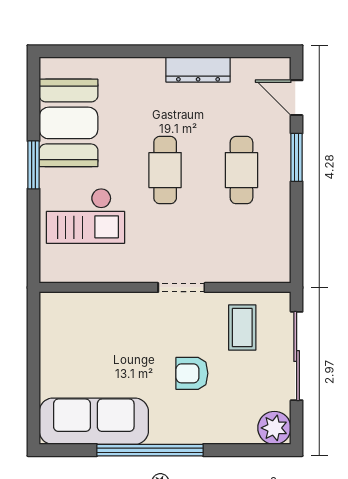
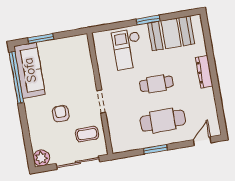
dresser: (198, 69) -> (204, 72), moved
window: (297, 157) -> (155, 149), moved
cafe table: (241, 170) -> (163, 121), width x1.37, depth x1.35
window: (34, 388) -> (41, 39), added
window: (150, 450) -> (16, 78), moved

